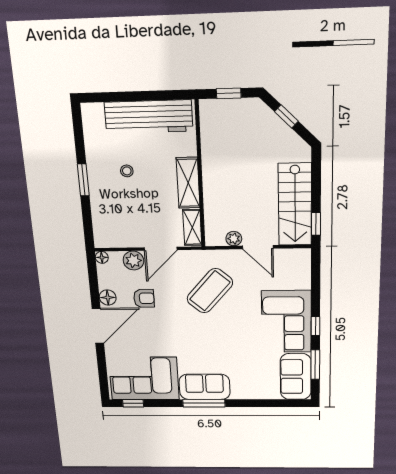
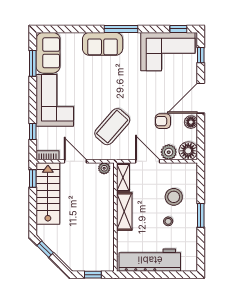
window: (286, 116) -> (45, 249), moved
stool: (122, 204) -> (174, 197), added
plant: (234, 239) -> (104, 168), moved
door: (161, 249) -> (148, 161), hinge flipped
bookcase: (296, 254) -> (48, 155), added
floor lamp: (102, 257) -> (188, 151), width x1.89, depth x1.89
window: (315, 326) -> (33, 131), moved
window: (103, 375) -> (201, 55), added
sofa: (205, 387) -> (103, 44), moved

